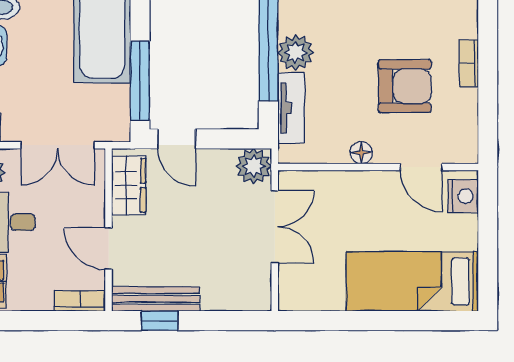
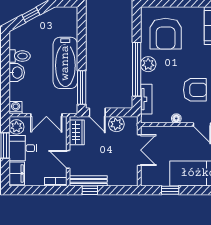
plant: (296, 53) -> (148, 64), moved
plant: (254, 166) -> (116, 124), moved
window: (347, 321) -> (170, 190), added

